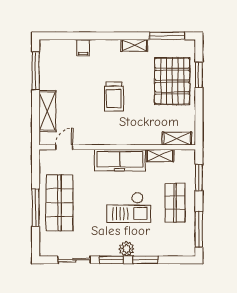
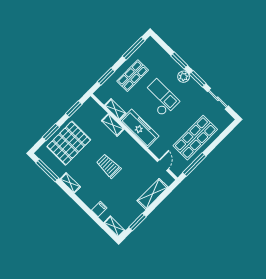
shelving: (53, 46) -> (114, 227), added
window: (36, 71) -> (137, 222), width x0.69
trolley: (114, 97) -> (109, 166), turned -90
window: (199, 118) -> (74, 109), added
shelving: (177, 139) -> (113, 125), moved
door: (64, 147) -> (163, 165), swing flipped
window: (36, 208) -> (194, 164), moved

